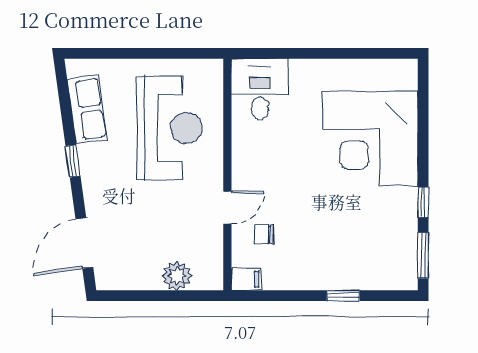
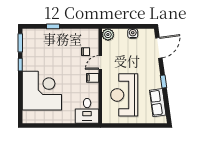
plant: (177, 276) -> (108, 35), moved
water cooler: (148, 278) -> (133, 33), added
filing cabinet: (246, 279) -> (93, 78), moved

